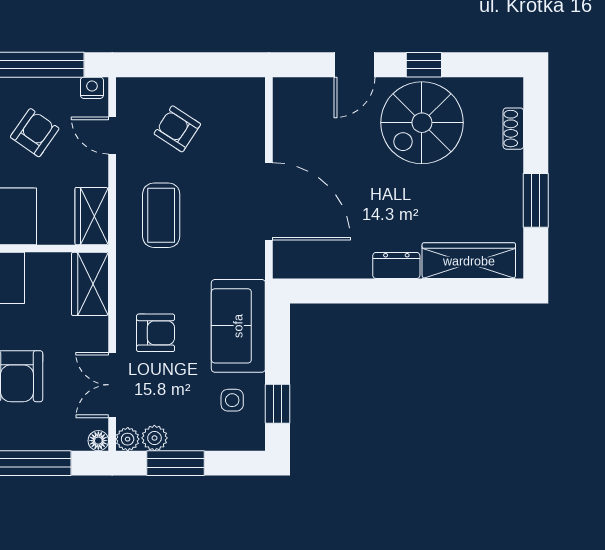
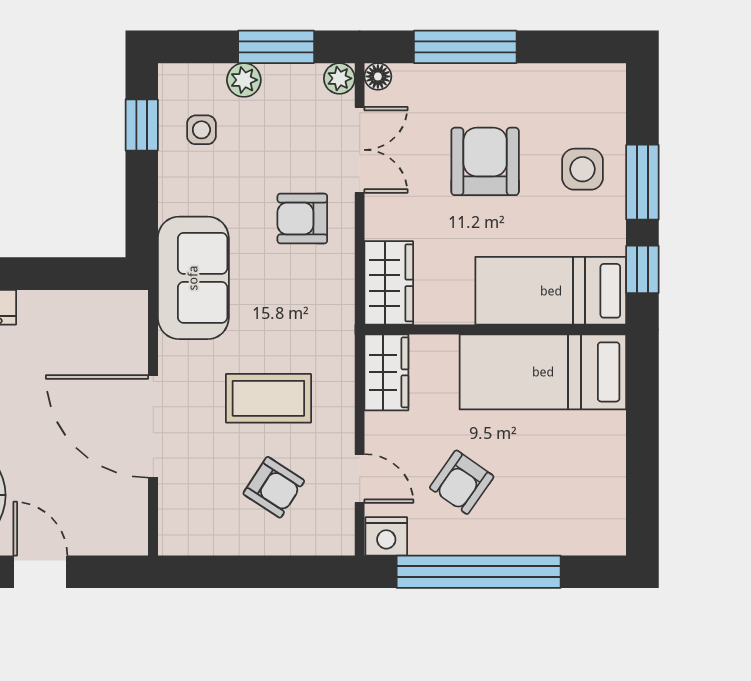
door: (354, 65) -> (40, 572), hinge flipped
nightstand: (92, 88) -> (386, 536), width x1.39, depth x1.35
door: (269, 201) -> (153, 426), moved
coffee table: (161, 215) -> (268, 398), moved, turned 90
sofa: (238, 326) -> (193, 278), moved
plant: (154, 438) -> (244, 80), moved

